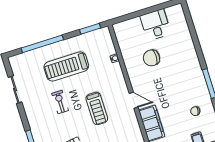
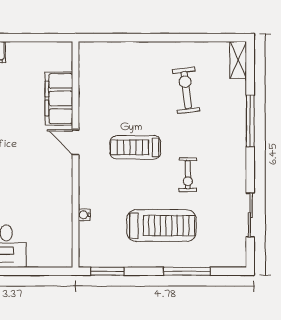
window: (42, 44) -> (187, 271), width x0.68
chair: (151, 58) -> (28, 198), removed
treadmill: (97, 108) -> (135, 147), turned -90

